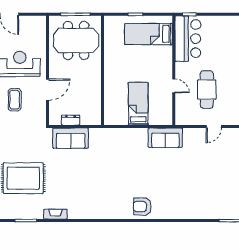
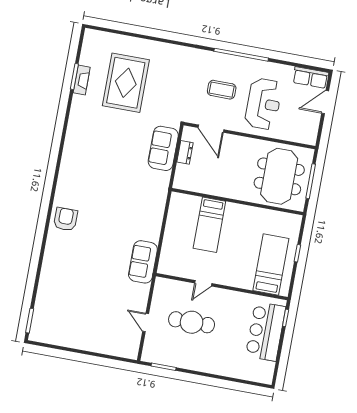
bar counter: (188, 39) -> (266, 331), moved, turned 90
door: (48, 90) -> (211, 129), moved
bed: (138, 104) -> (209, 225), moved, turned 90
fireplace: (55, 214) -> (82, 80), moved

